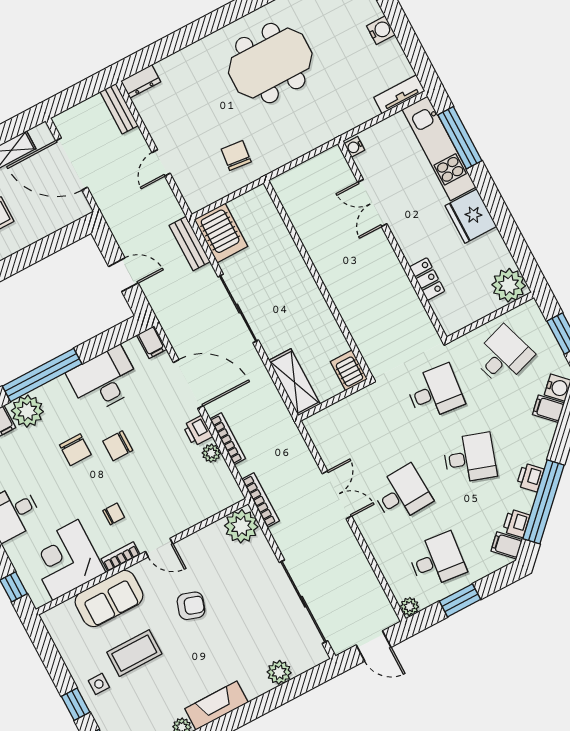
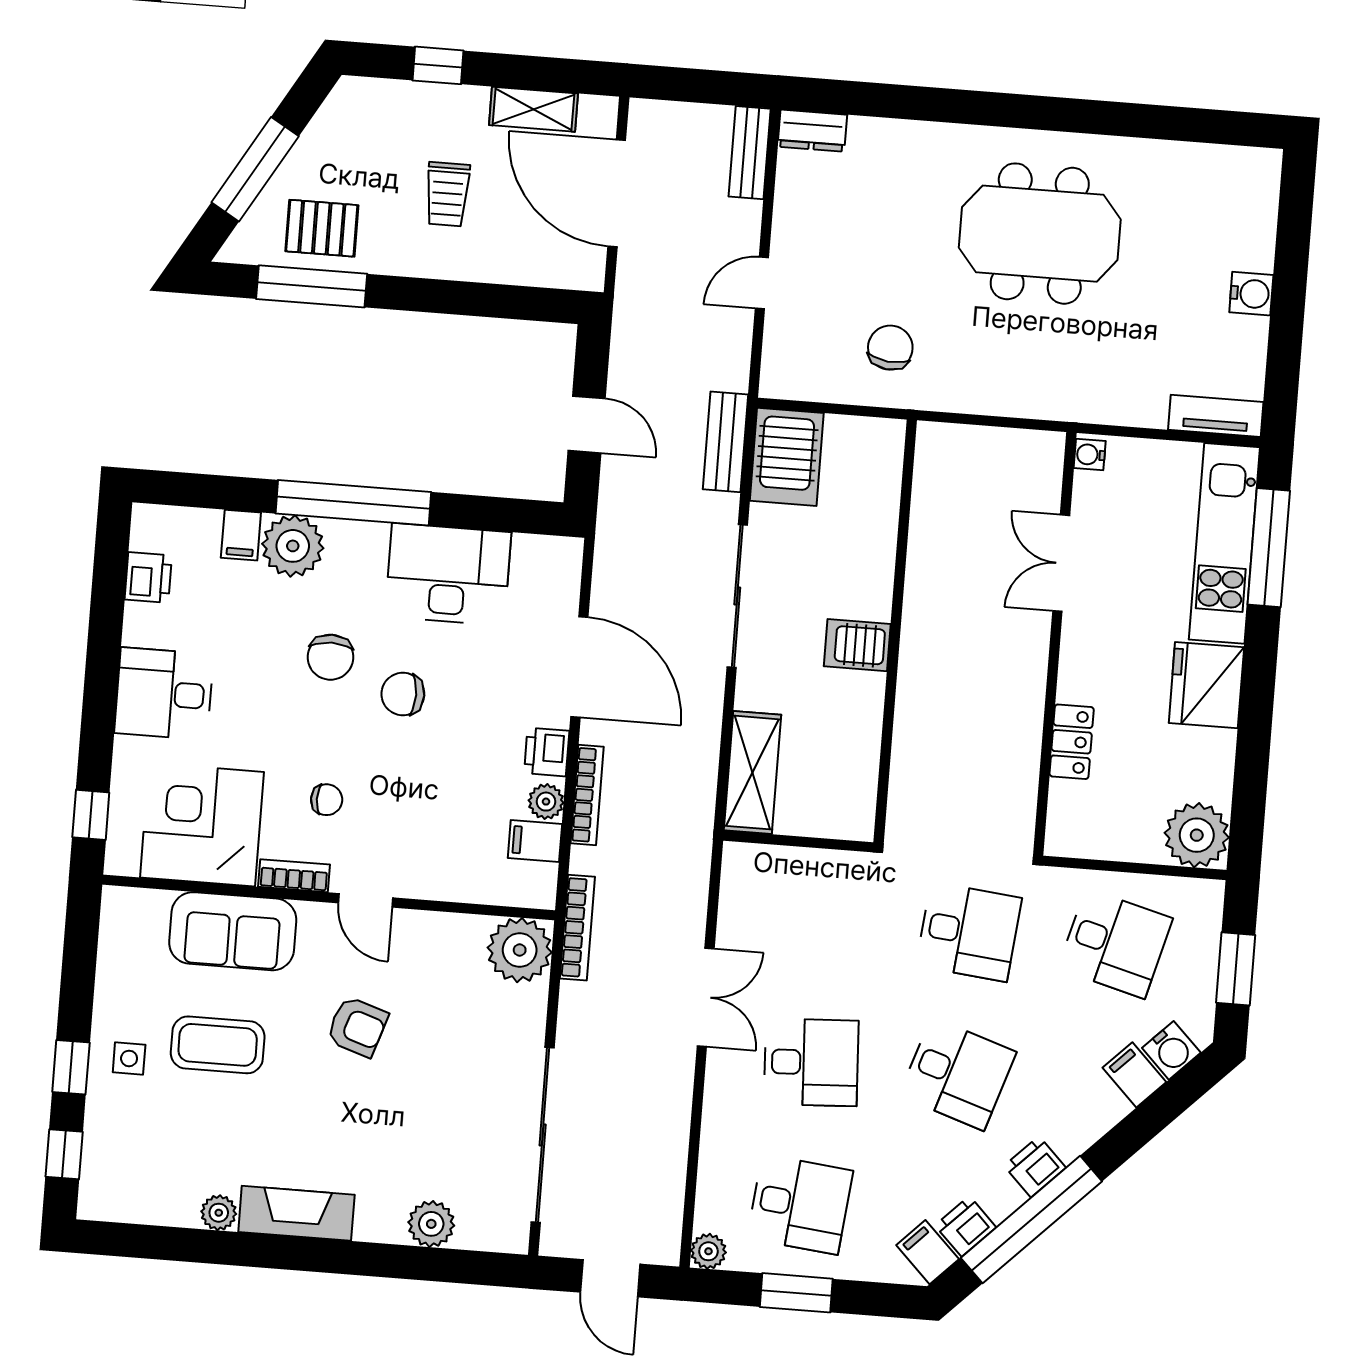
filing cabinet: (152, 342) -> (535, 841), moved, turned 90
desk: (503, 356) -> (1115, 943), turned 33
server rack: (349, 370) -> (857, 645), moved, turned -90

